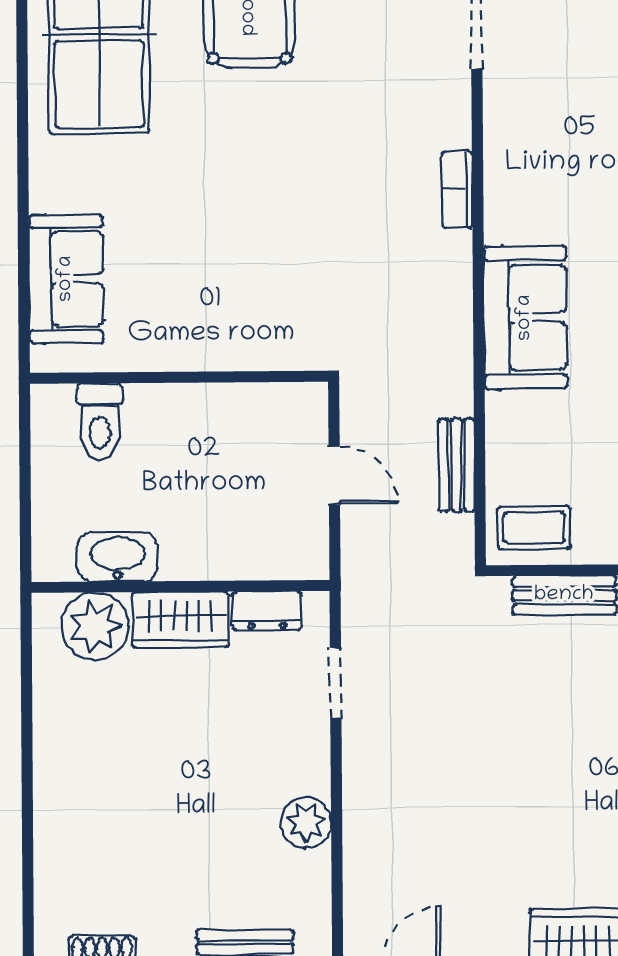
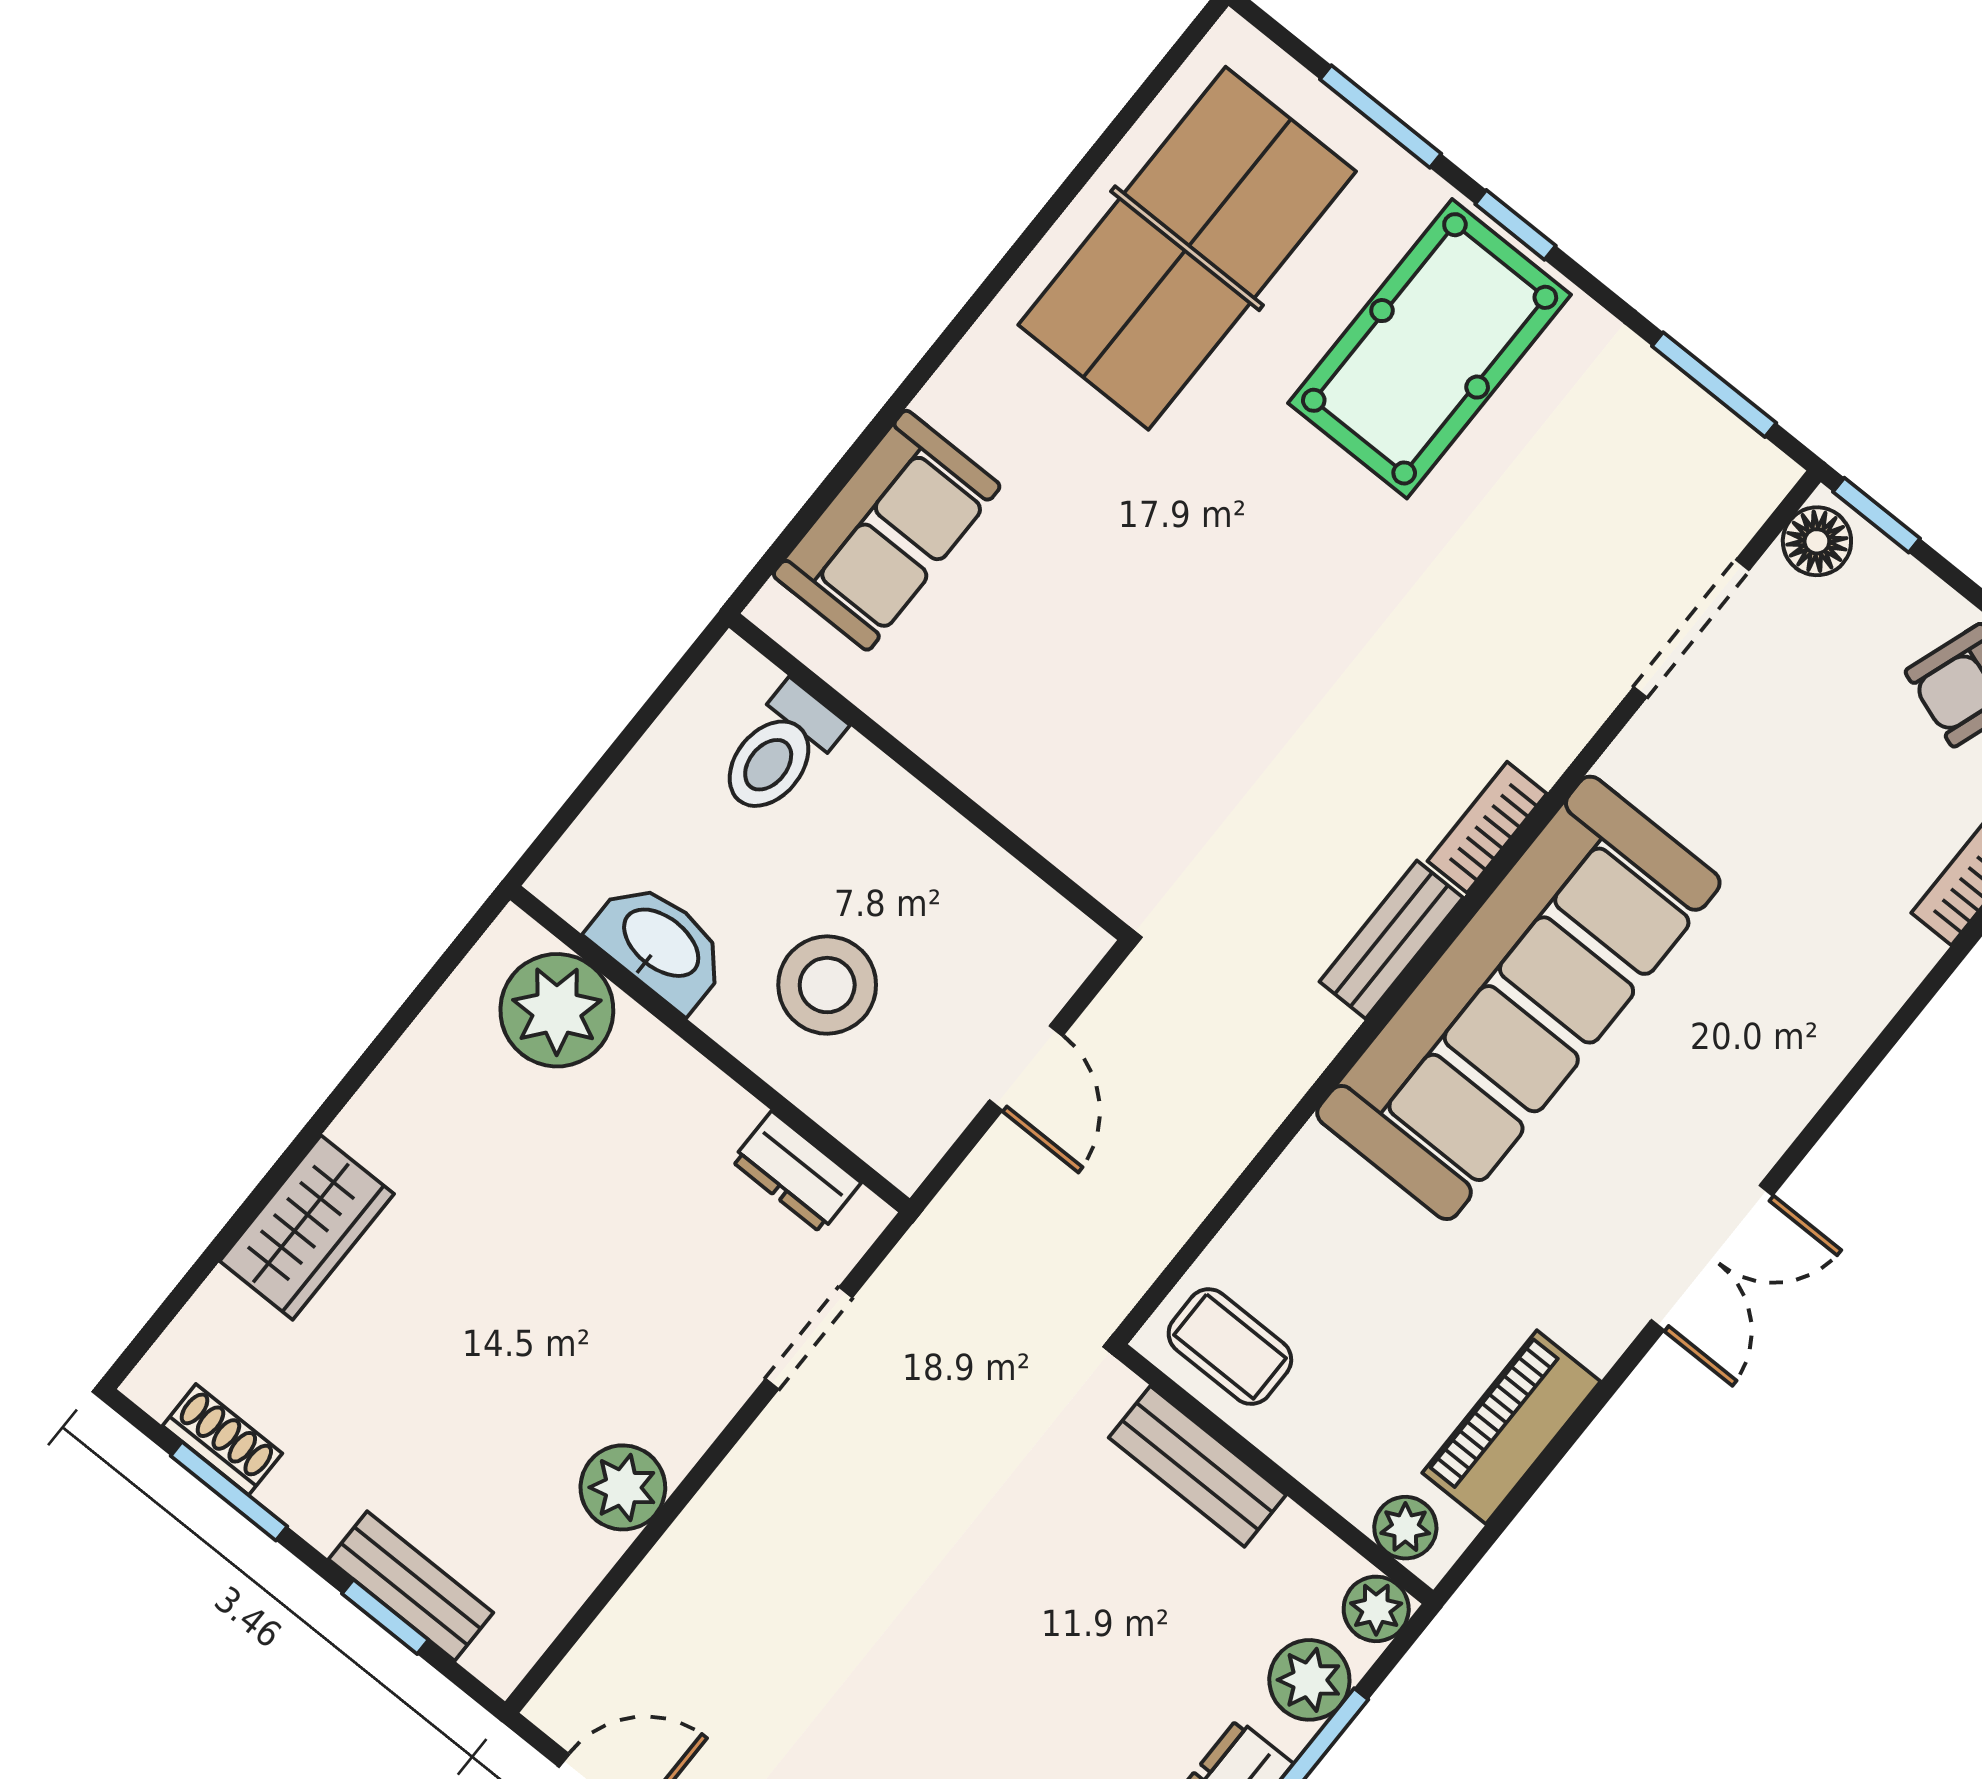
sofa: (525, 318) -> (1518, 998), width x1.85, depth x1.27
bench: (456, 465) -> (1391, 940), moved
stool: (211, 512) -> (827, 985), added
wardrobe: (181, 620) -> (307, 1227), moved, turned -90

